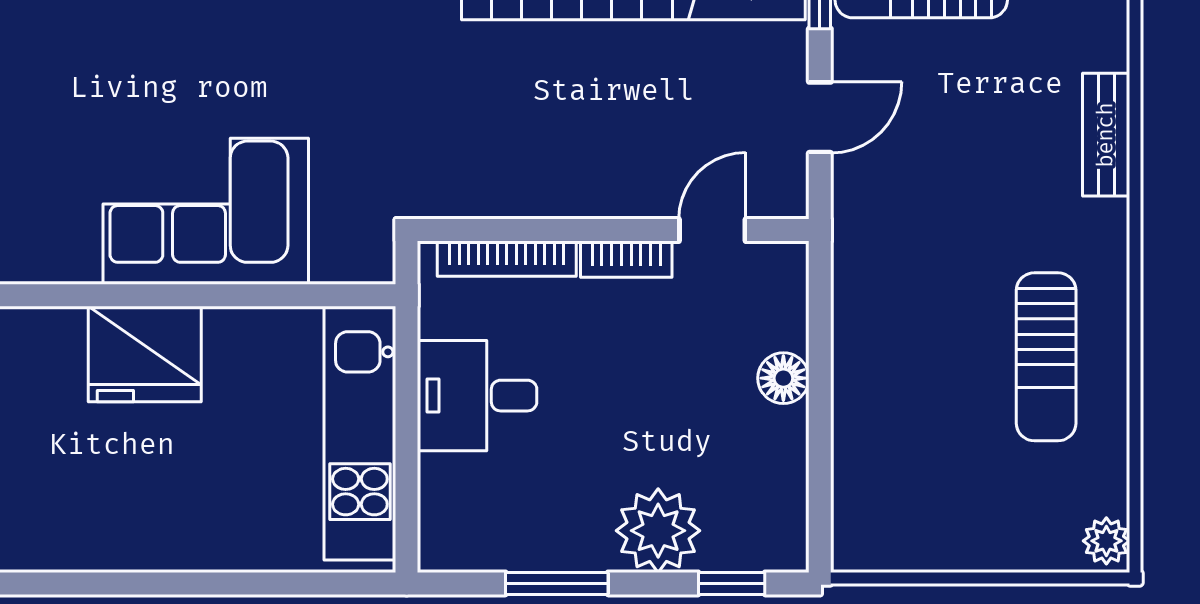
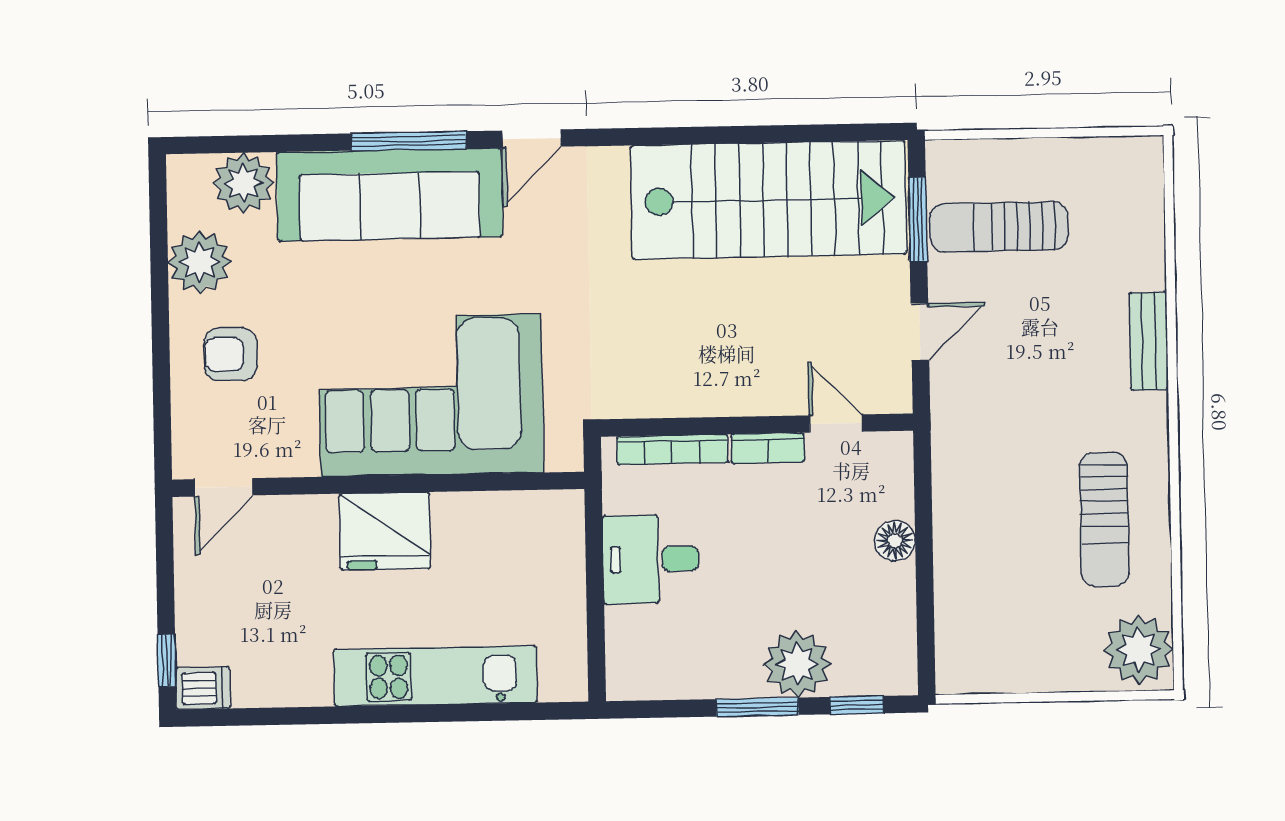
corner sofa: (206, 211) -> (431, 395), width x1.36, depth x1.36
door: (712, 230) -> (836, 424), hinge flipped
kitchen unit: (360, 433) -> (435, 676), moved, turned 90
plant: (1106, 541) -> (1139, 650), width x1.88, depth x1.88
window: (557, 583) -> (757, 707), moved

